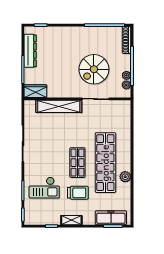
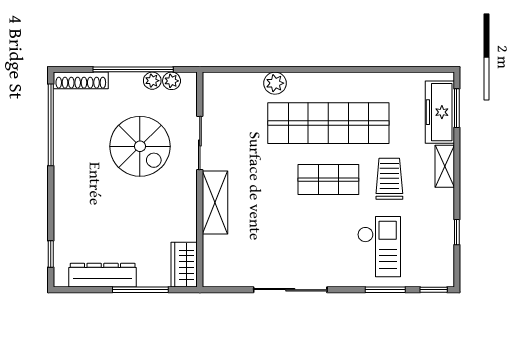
shelving: (59, 106) -> (215, 203), width x0.68
plant: (125, 177) -> (275, 83), moved
shelving: (71, 220) -> (445, 166), moved

